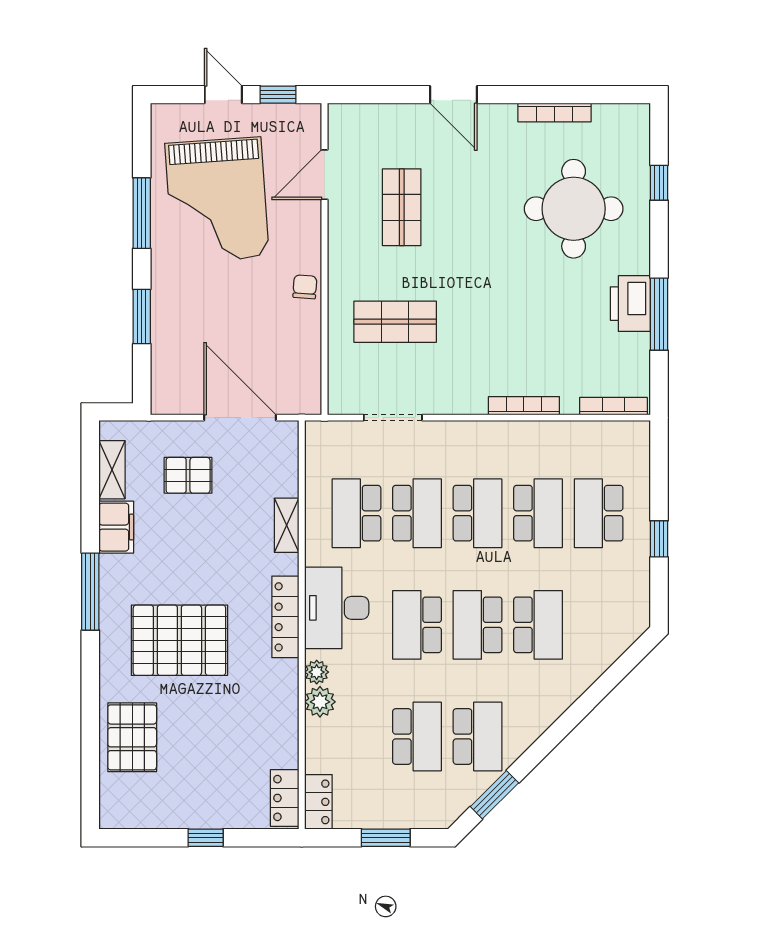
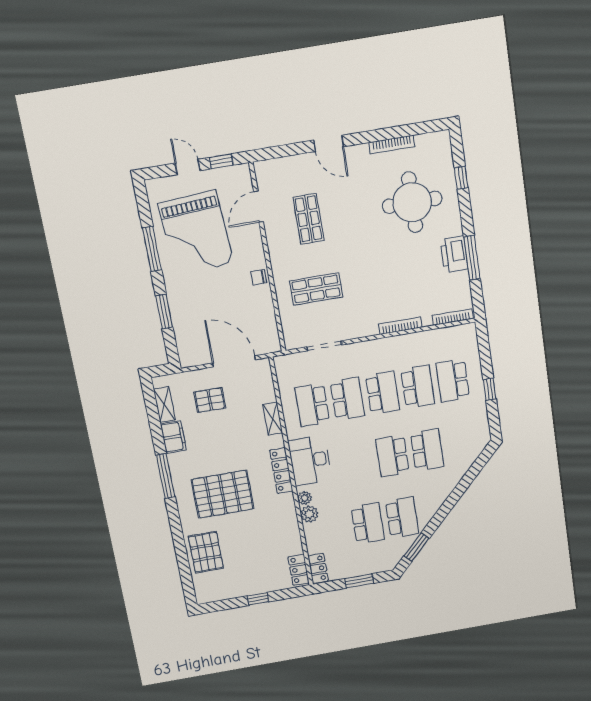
chair: (305, 287) -> (259, 277), turned -94
school desk: (417, 625) -> (358, 462), removed

